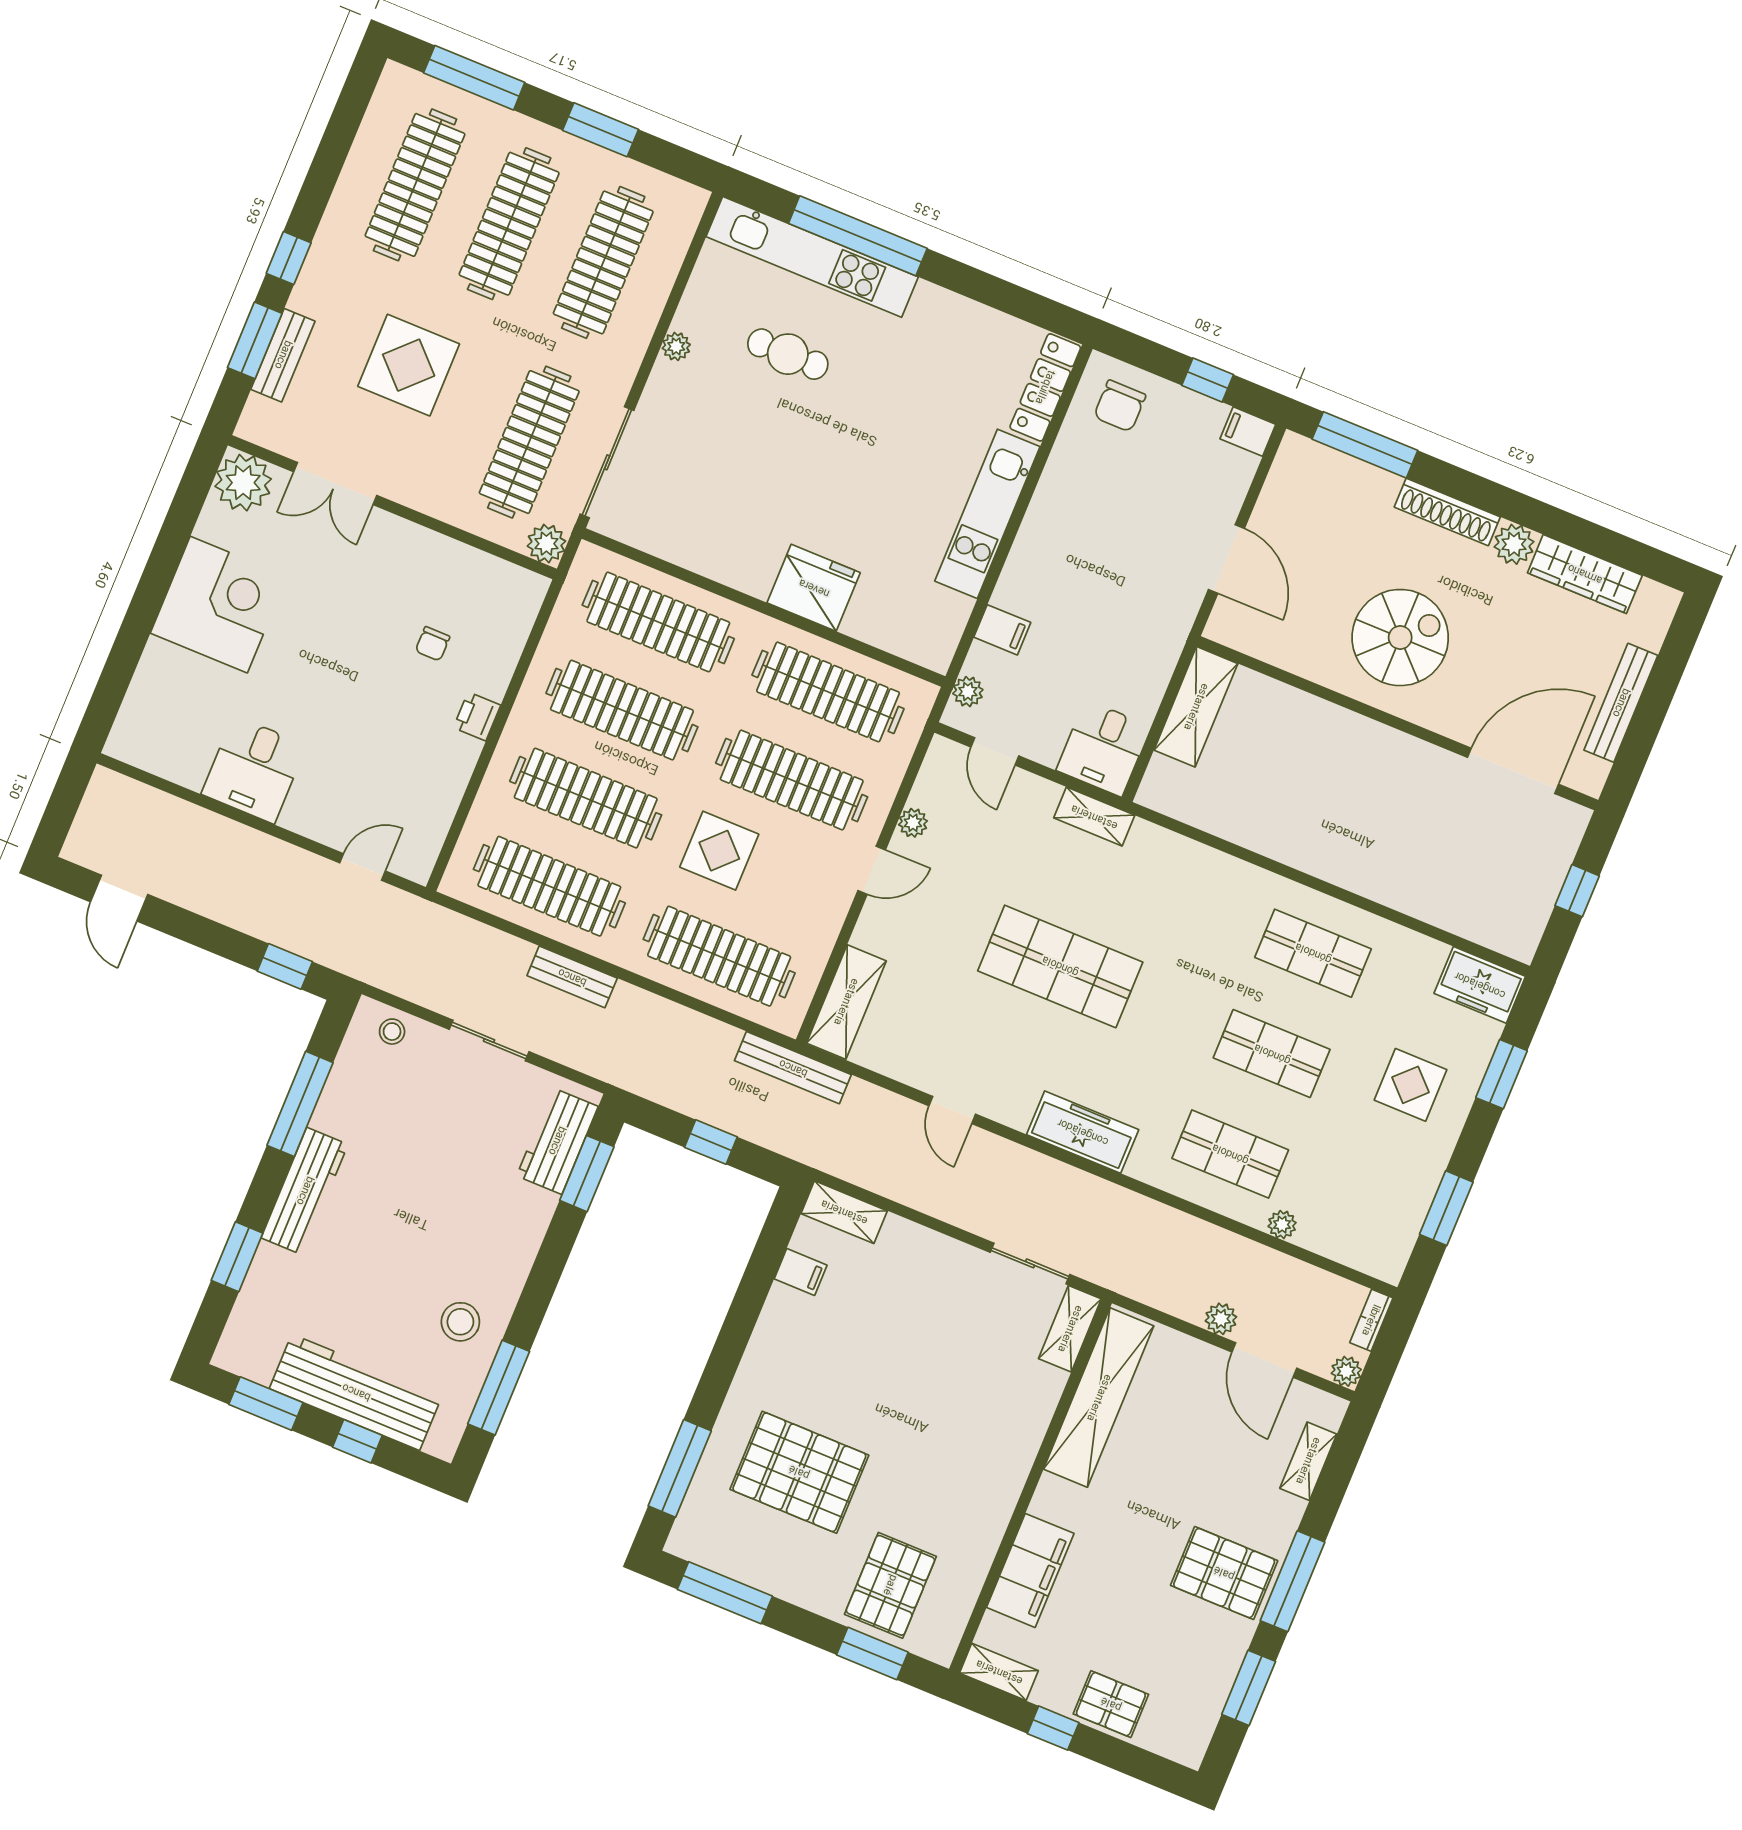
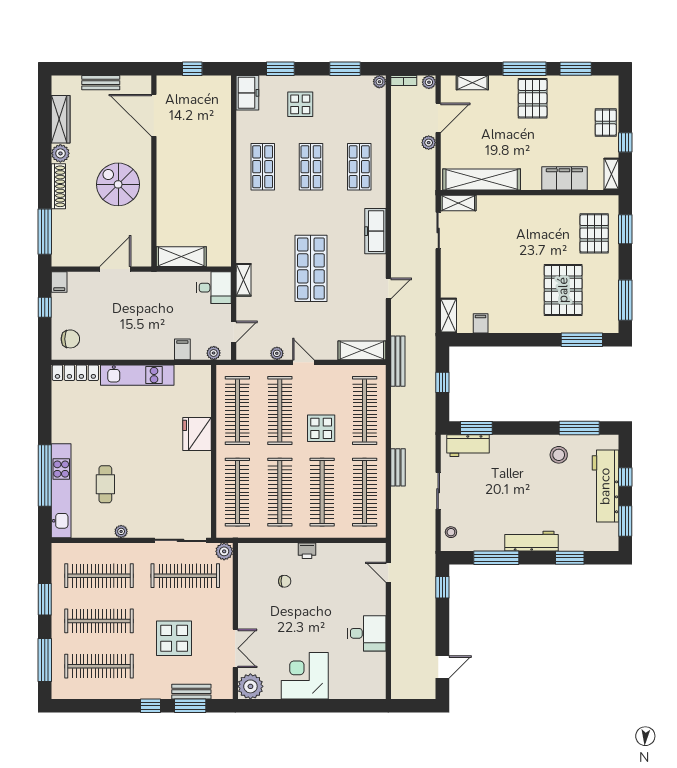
bench: (1621, 703) -> (101, 83), width x0.73
plant: (1282, 1225) -> (379, 82), moved
pallet: (890, 1585) -> (594, 233), turned 90

